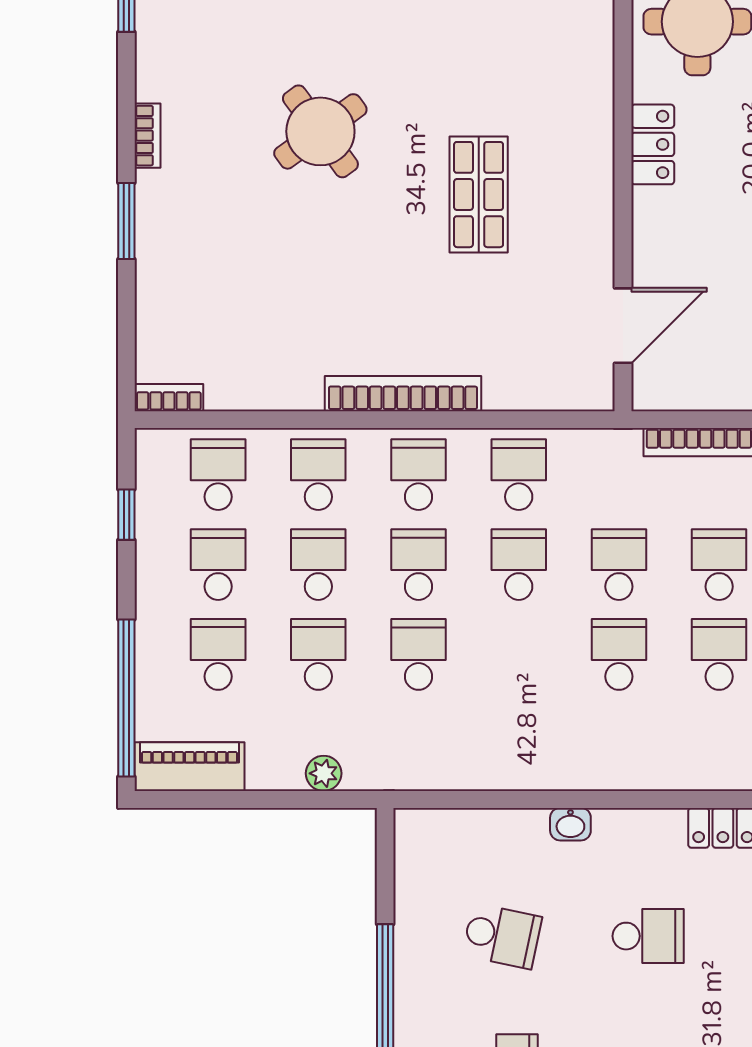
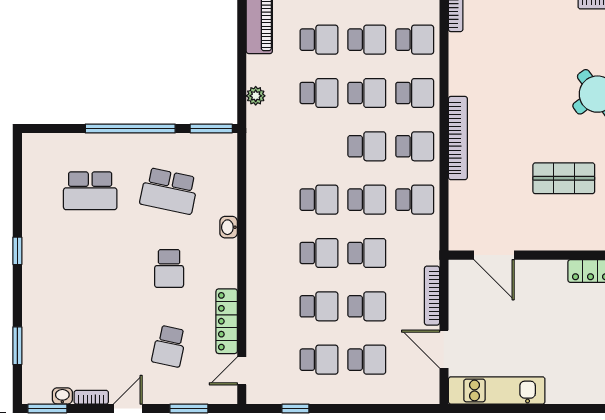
school desk: (419, 654) -> (319, 200), moved
window: (385, 857) -> (211, 129), added
school desk: (502, 936) -> (169, 191), width x1.85

